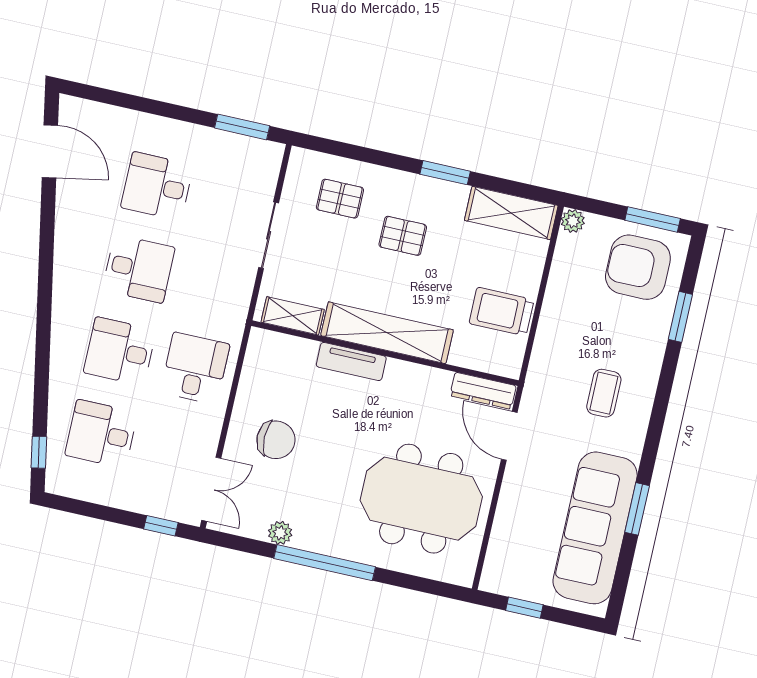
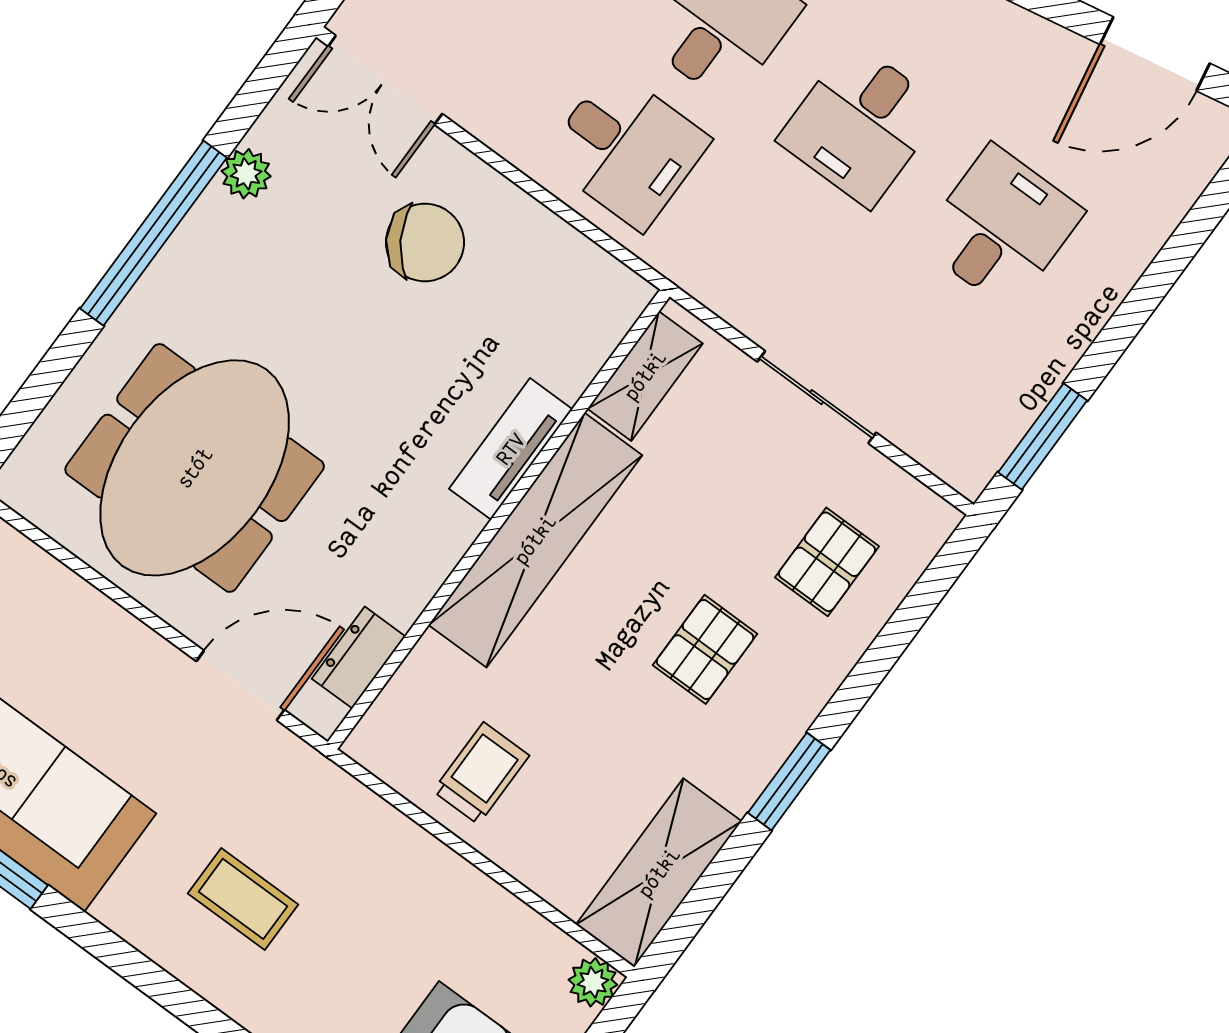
trolley: (502, 312) -> (481, 773), width x0.73, depth x0.72
dresser: (483, 391) -> (359, 658), width x0.70
chair: (276, 440) -> (425, 242), turned -122

